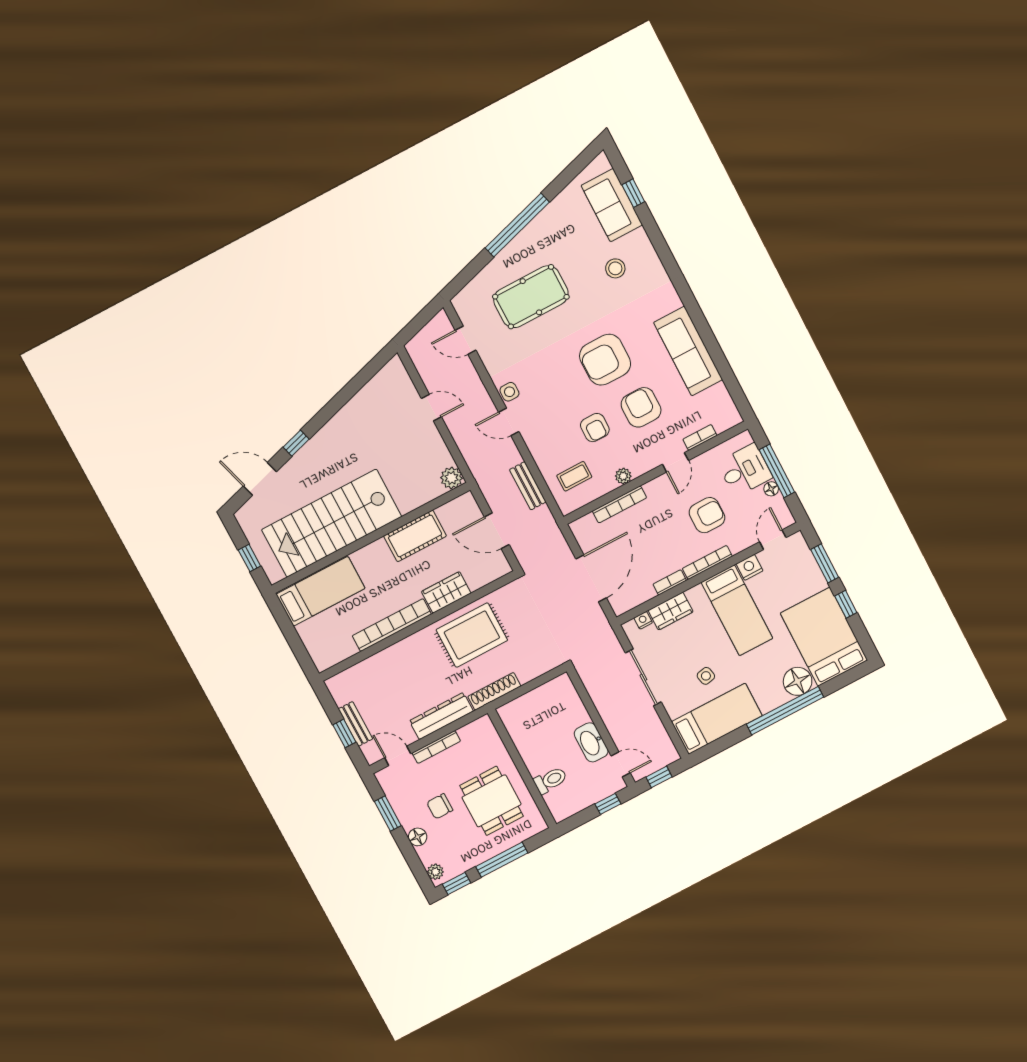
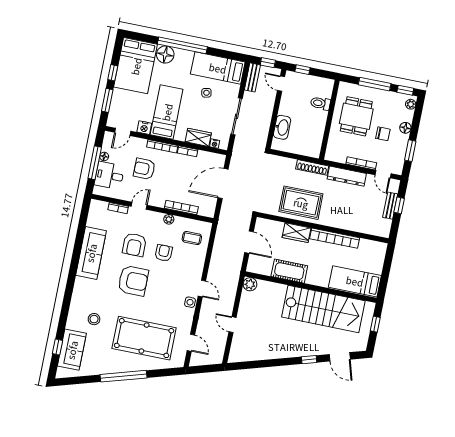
pool table: (531, 297) -> (144, 338), width x1.36, depth x1.32
bench: (528, 486) -> (252, 77), moved
washbasin: (591, 742) -> (282, 127), moved

